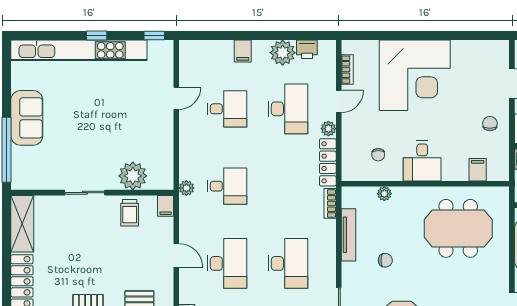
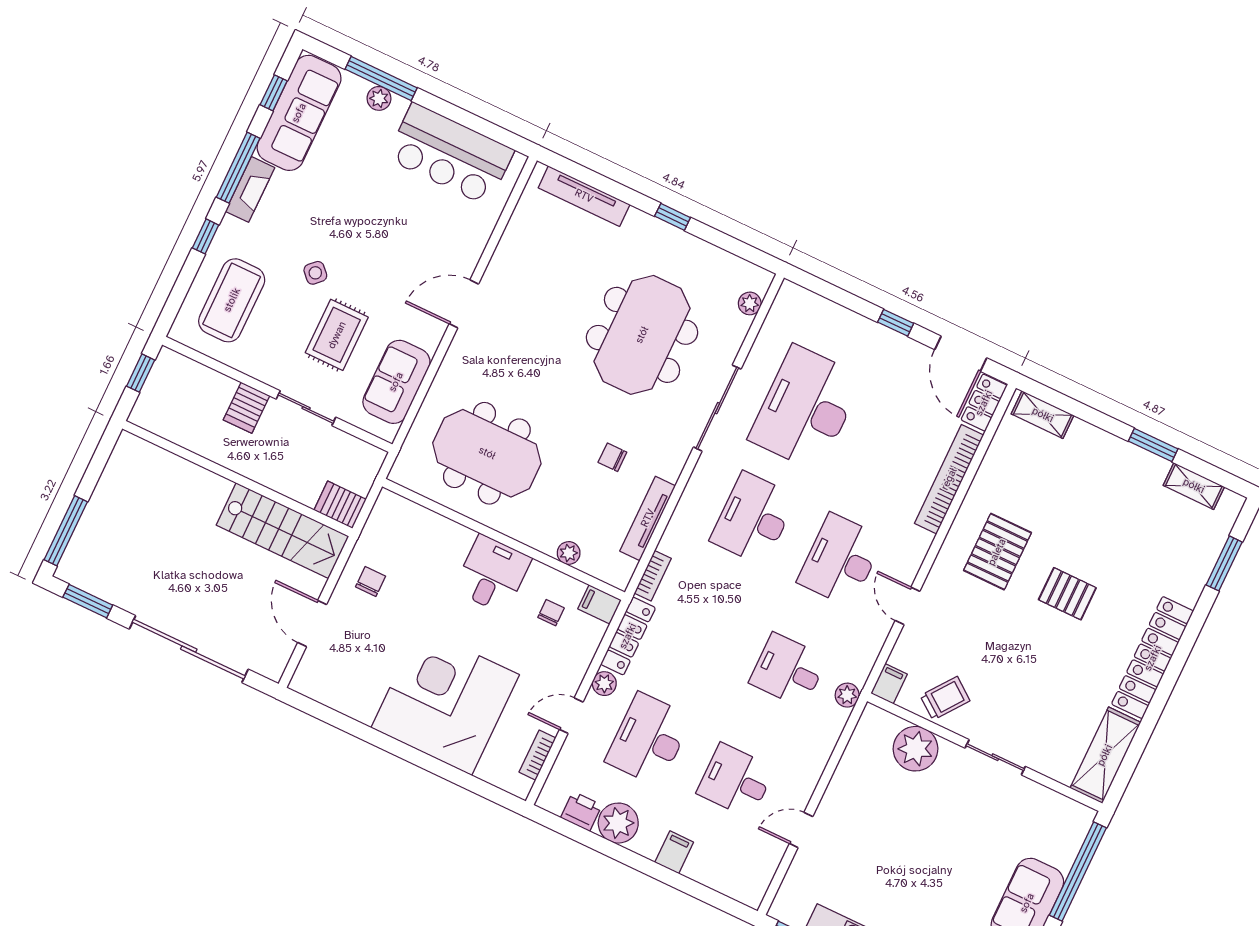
chair: (490, 124) -> (371, 581), turned 180
filing cabinet: (478, 170) -> (600, 604), moved, turned 90
trolley: (130, 213) -> (945, 698), turned 37

